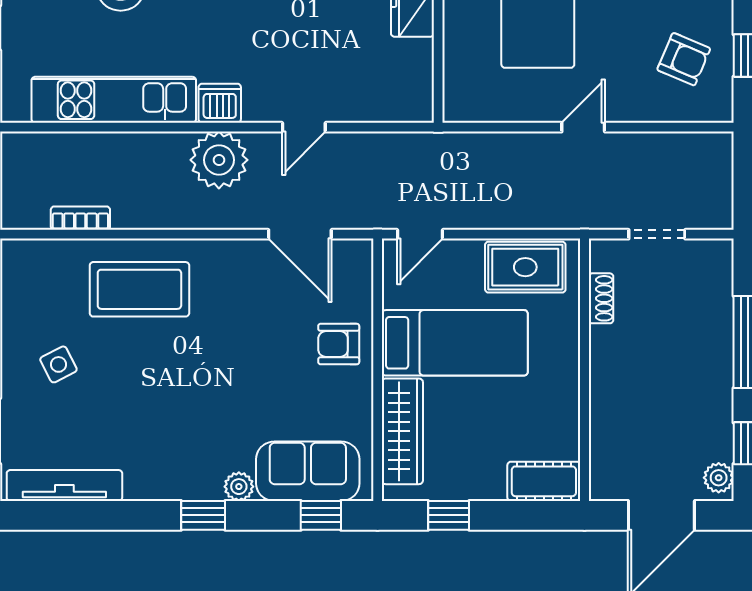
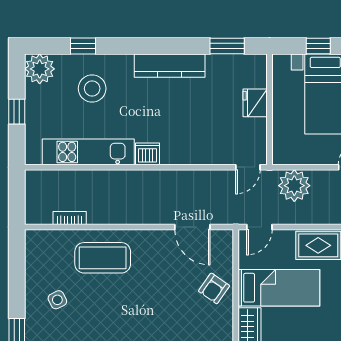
door: (304, 127) -> (248, 167), moved
plant: (219, 160) -> (294, 186), moved
armchair: (339, 344) -> (214, 288), turned -55

